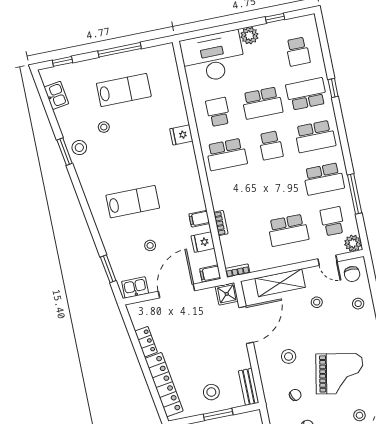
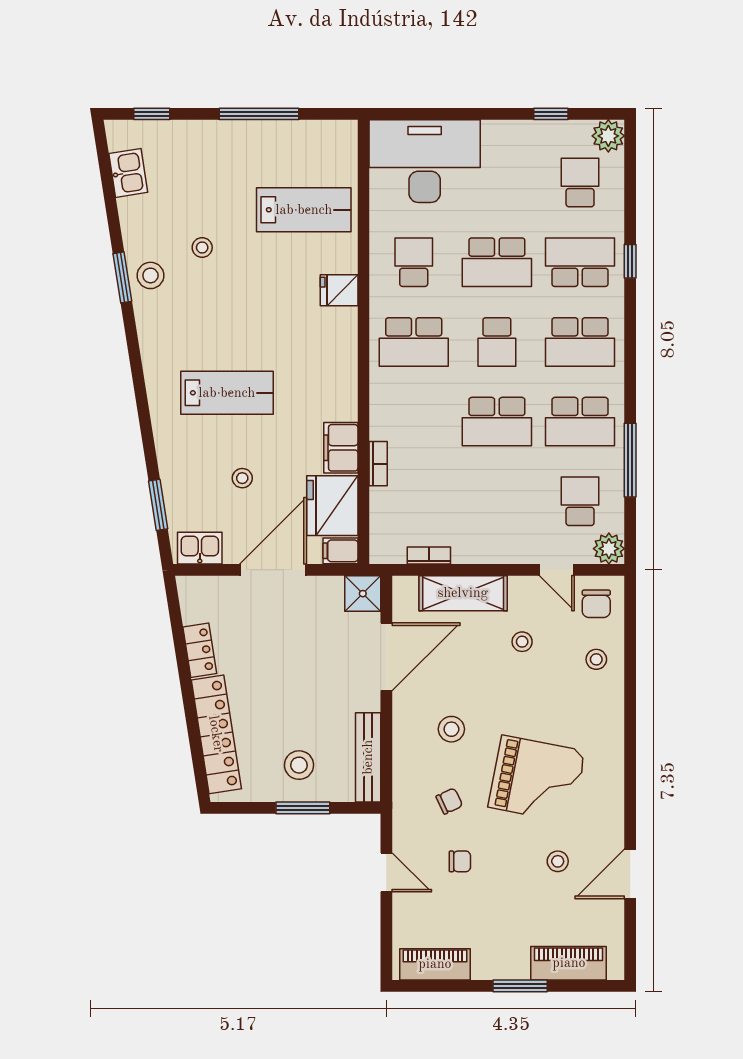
plant: (249, 36) -> (608, 136), moved
school desk: (298, 52) -> (580, 183), turned 180
lab bench: (124, 90) -> (304, 210), moved
filing cabinet: (199, 219) -> (341, 448), width x2.00
school desk: (288, 230) -> (497, 422), moved
fridge: (203, 242) -> (332, 506), width x1.88, depth x1.34
bookcase: (238, 271) -> (429, 556), moved
bench: (249, 387) -> (368, 757), width x1.36

